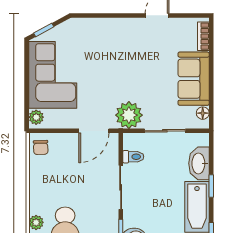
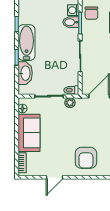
armchair: (113, 43) -> (86, 158), added
plant: (129, 115) -> (70, 103), width x0.53, depth x0.53
toilet: (133, 157) -> (71, 90), moved

